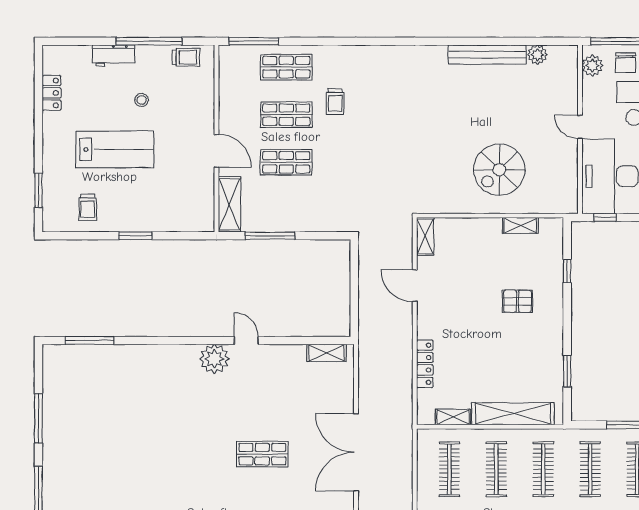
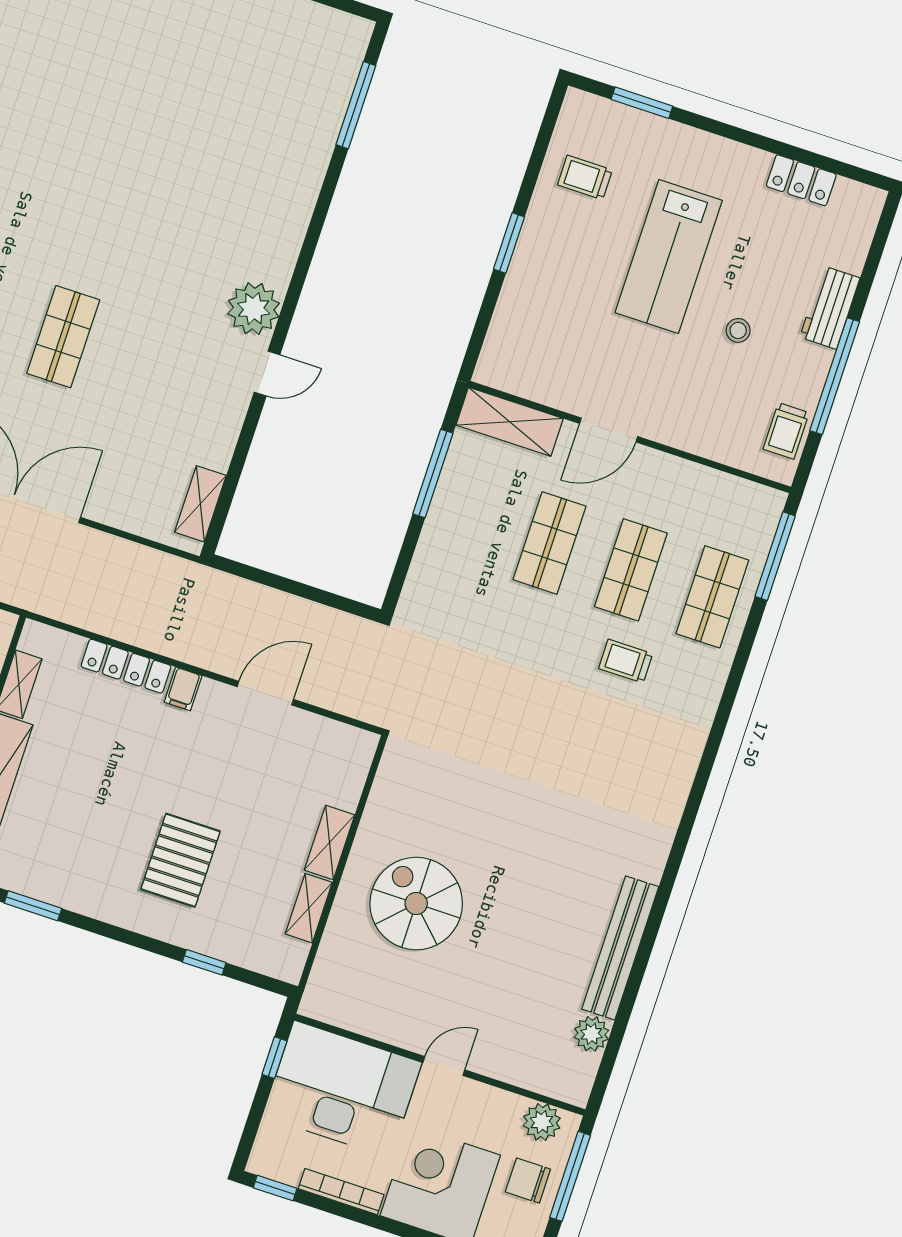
shelving: (425, 236) -> (329, 842), moved, turned 90
pallet: (517, 301) -> (181, 860), width x1.50, depth x1.42
filing cabinet: (427, 330) -> (183, 689), added

